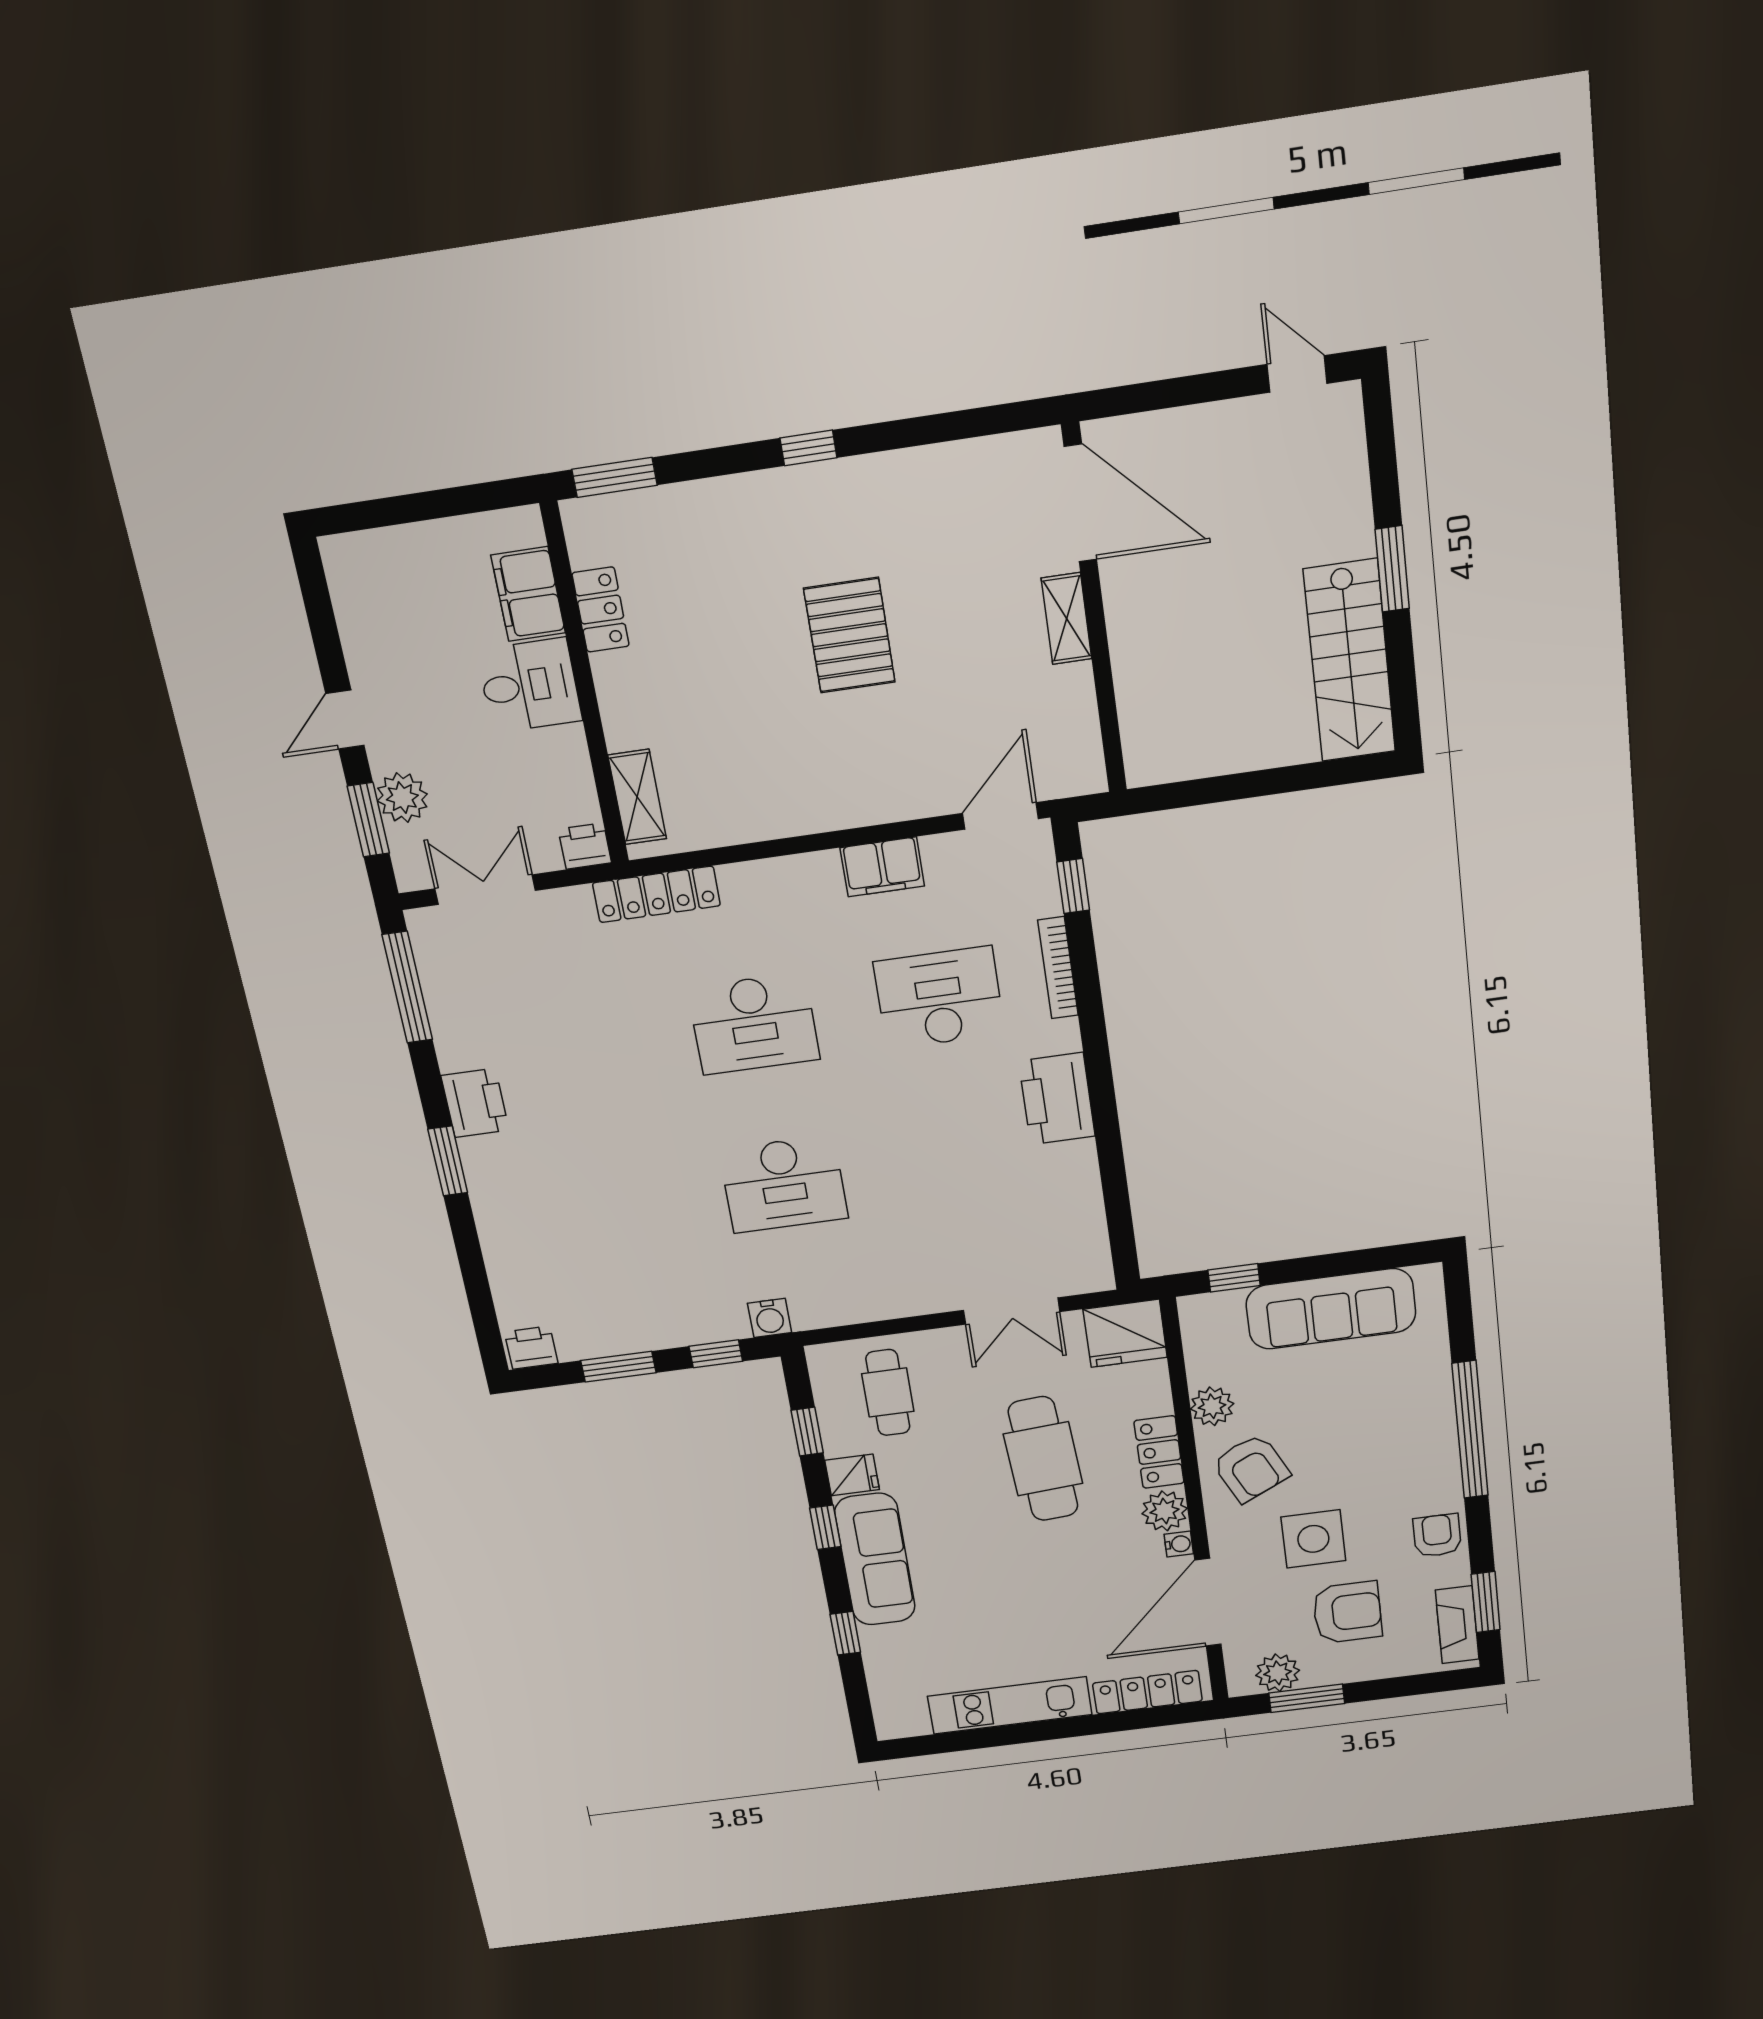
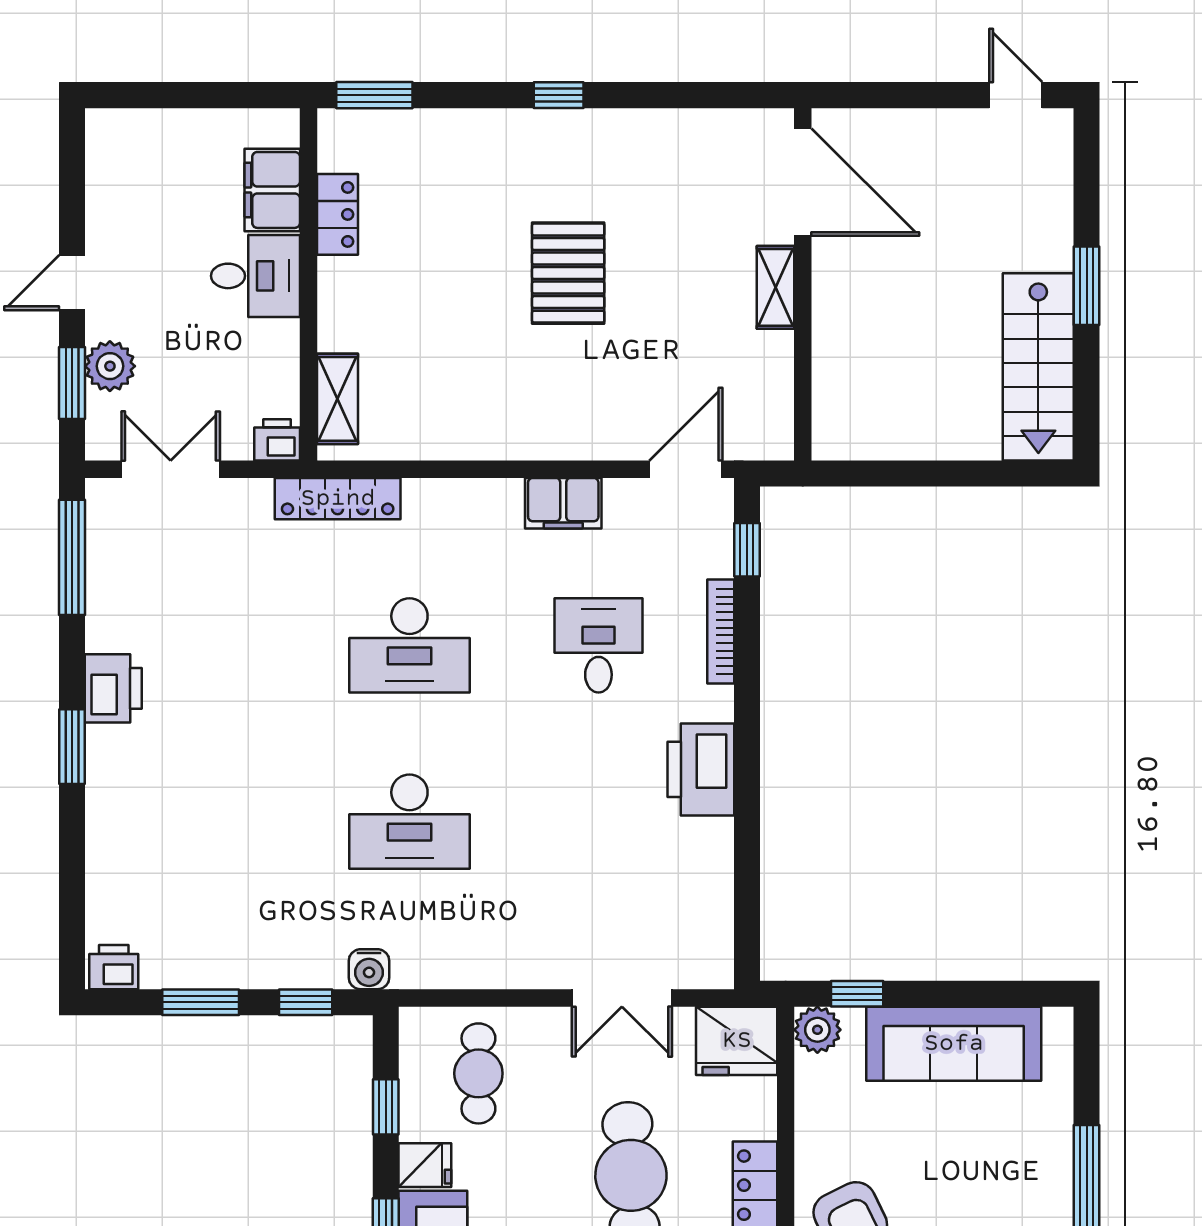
desk: (939, 998) -> (598, 645), width x0.73
plant: (1212, 1406) -> (817, 1030), moved

